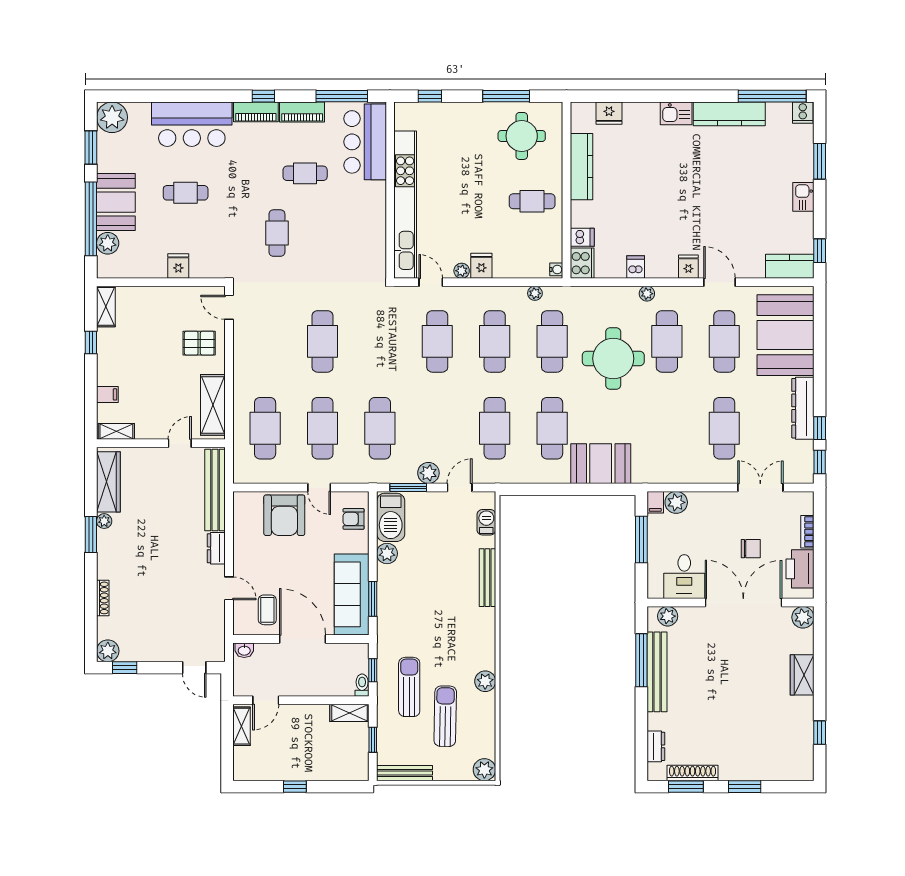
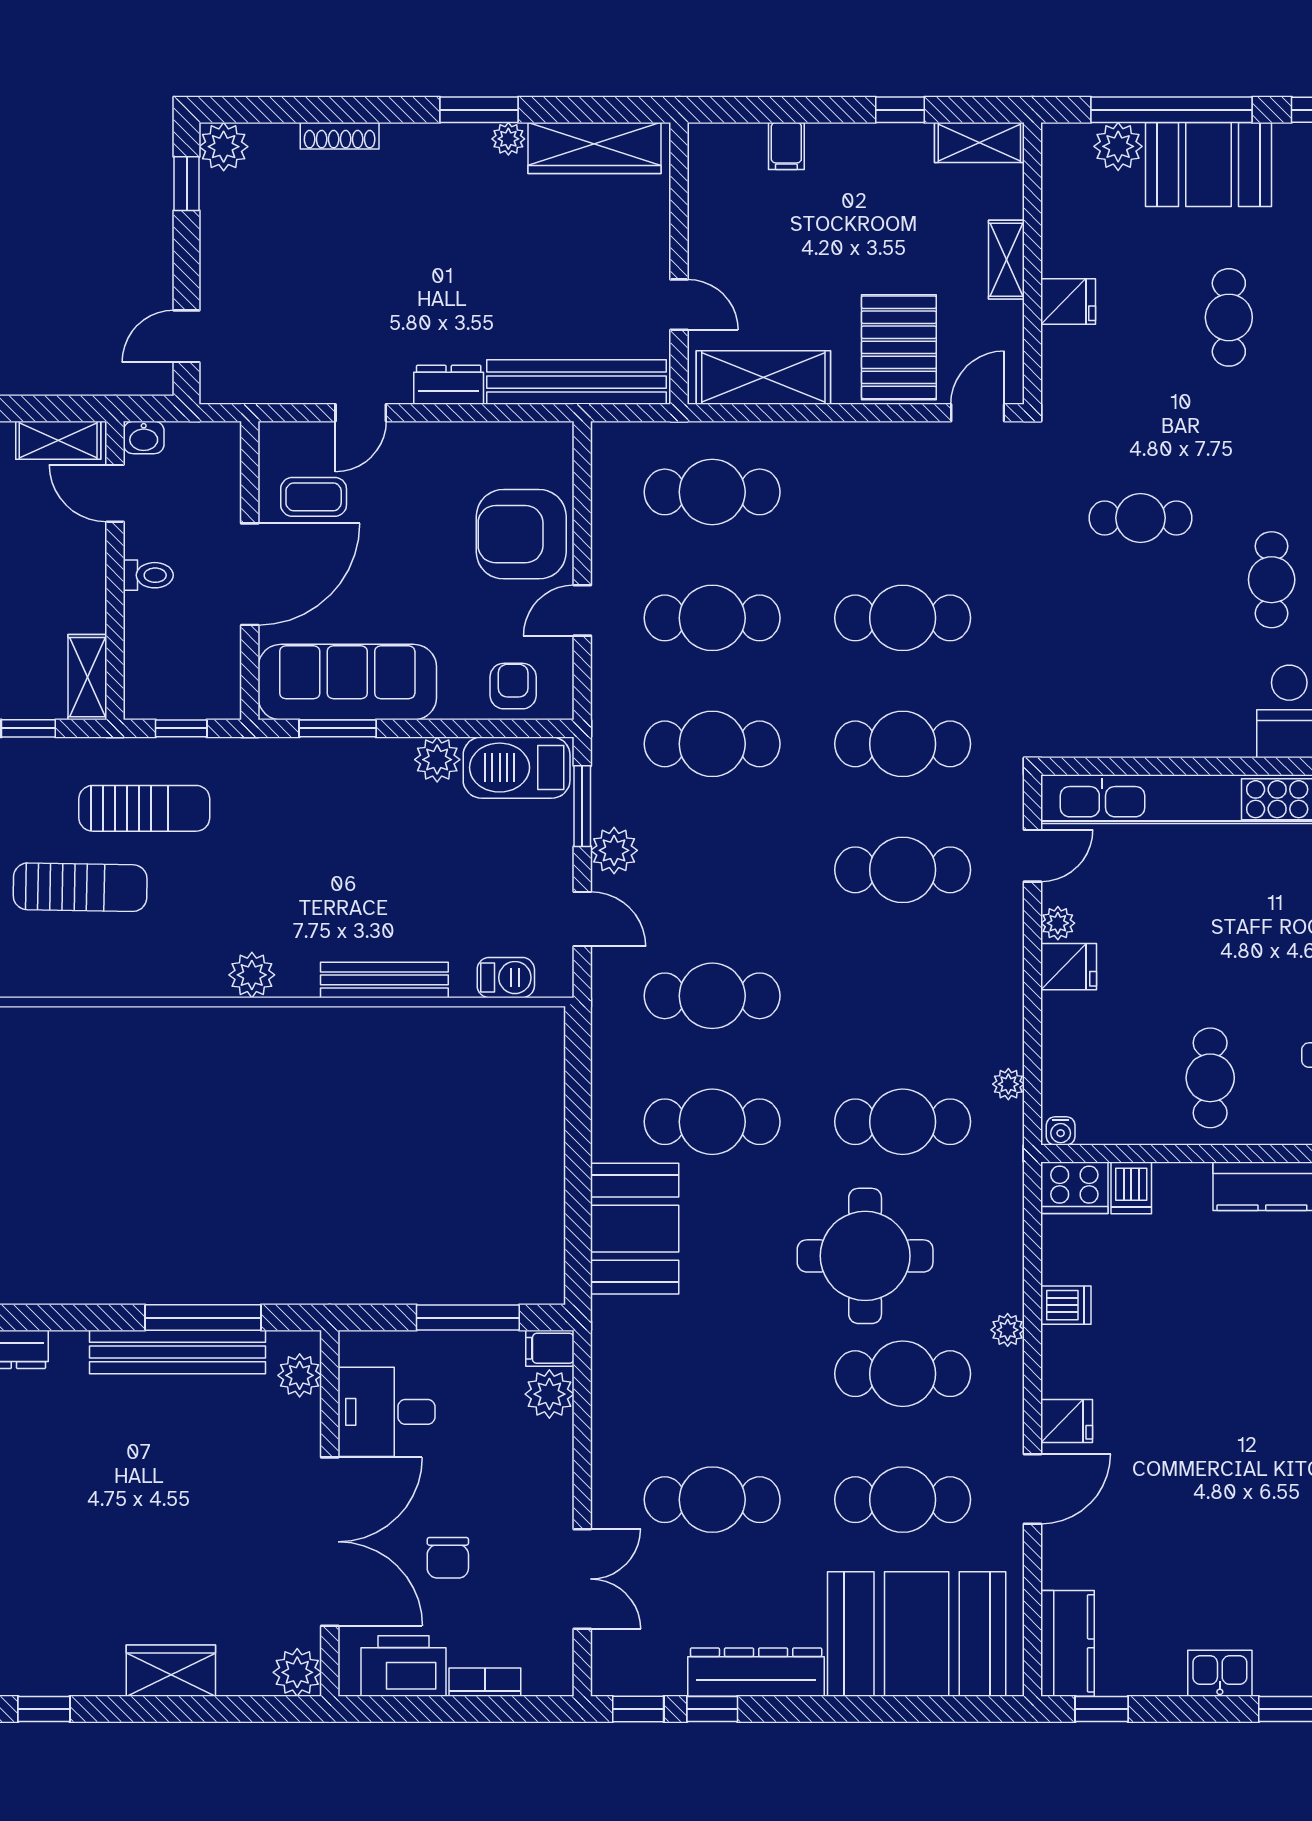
cafe table: (495, 341) -> (903, 744), moved
pallet: (199, 343) -> (899, 347), width x1.50, depth x1.42
shelving: (116, 431) -> (1006, 260), moved
washbasin: (244, 650) -> (144, 437), moved, turned -90
plant: (485, 681) -> (252, 975), moved
toilet: (362, 685) -> (148, 575), moved

